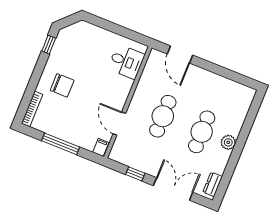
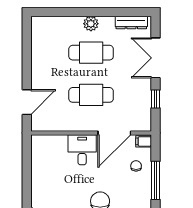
desk: (126, 62) -> (82, 150), moved
door: (119, 124) -> (114, 133), width x1.36
chair: (81, 131) -> (136, 166), added
dresser: (213, 184) -> (131, 23), width x1.44

